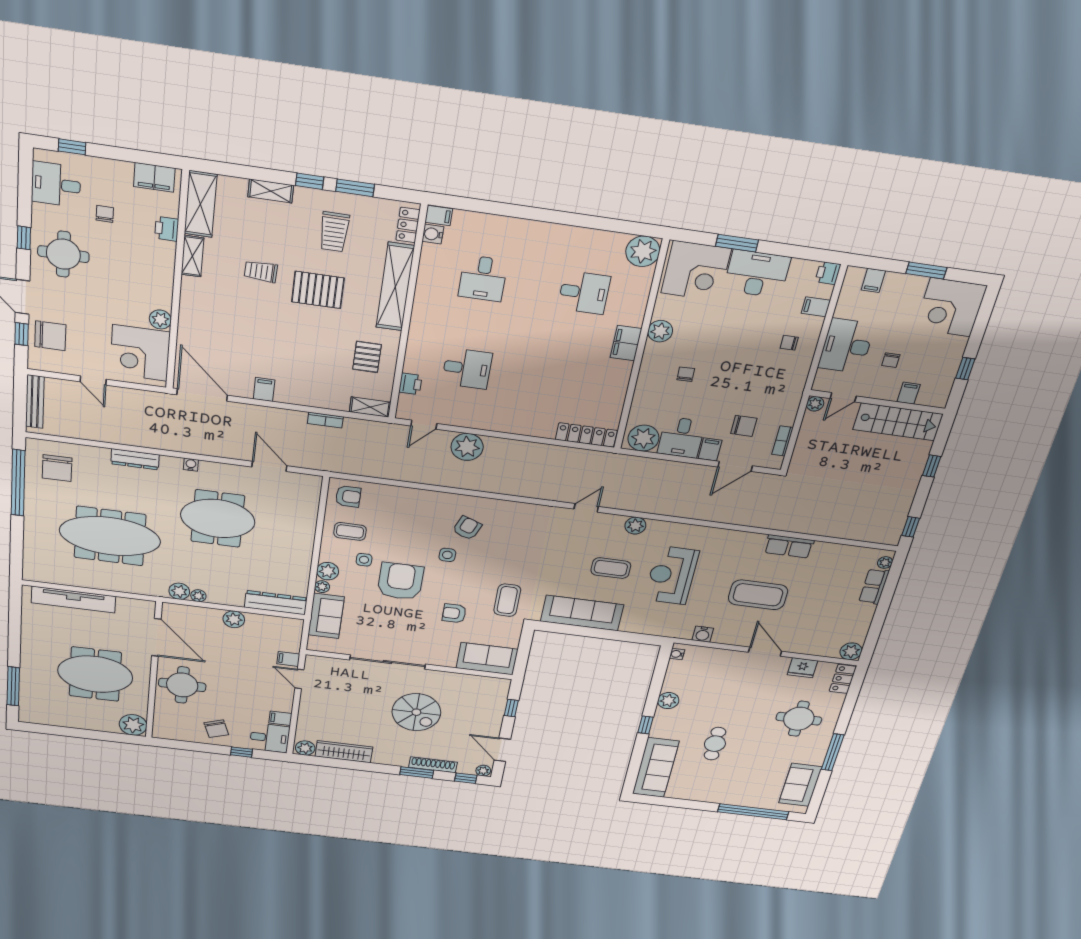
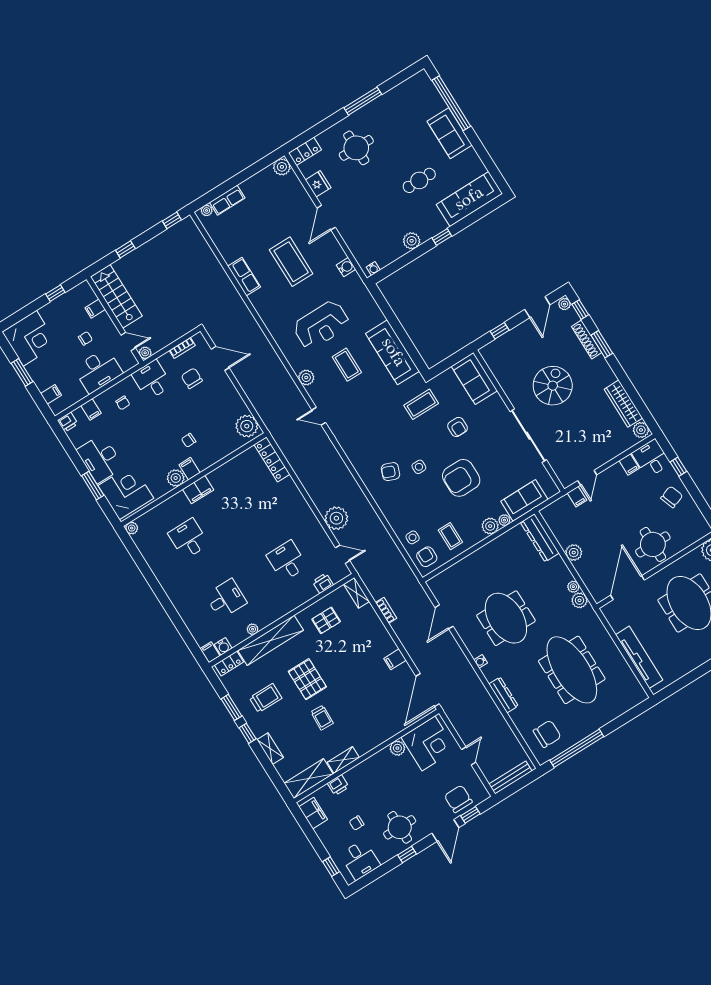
plant: (643, 251) -> (132, 528), width x0.53, depth x0.53
plant: (424, 279) -> (253, 629), added
desk: (681, 437) -> (152, 380), moved, turned -90
filing cabinet: (710, 449) -> (189, 469), moved, turned 90
side table: (364, 560) -> (413, 537), moved
sofa: (800, 785) -> (450, 133), moved, turned 90

